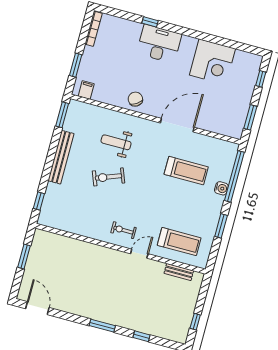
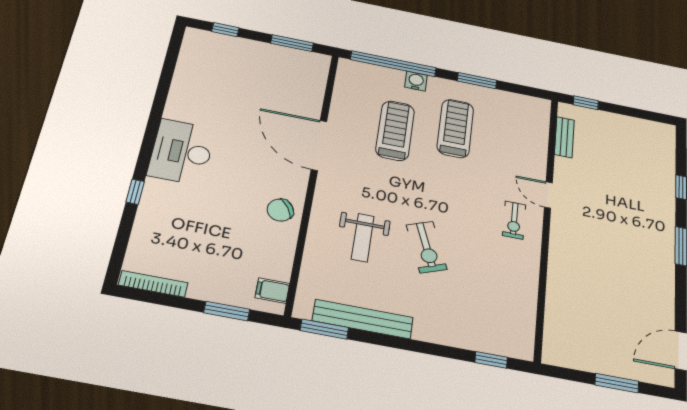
desk: (159, 44) -> (182, 152), moved
corner desk: (212, 62) -> (202, 97), removed
bench: (61, 157) -> (363, 319), moved
treadmill: (179, 242) -> (455, 128), moved
window: (24, 257) -> (617, 383), moved
window: (195, 322) -> (586, 103), moved

